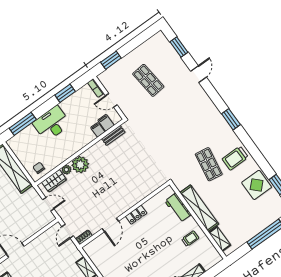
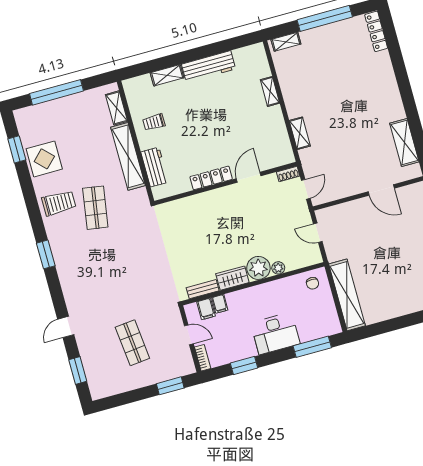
wardrobe: (54, 181) -> (232, 278), moved
locker: (136, 215) -> (211, 178), width x1.53

